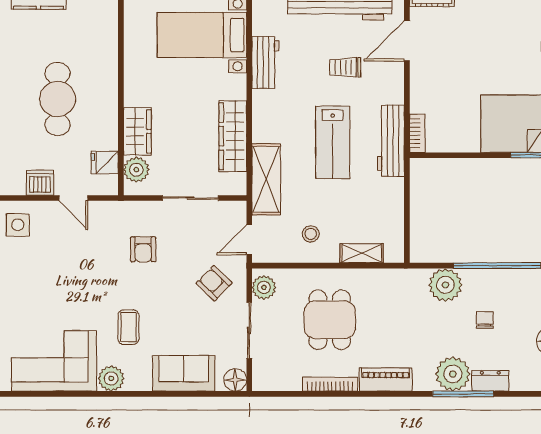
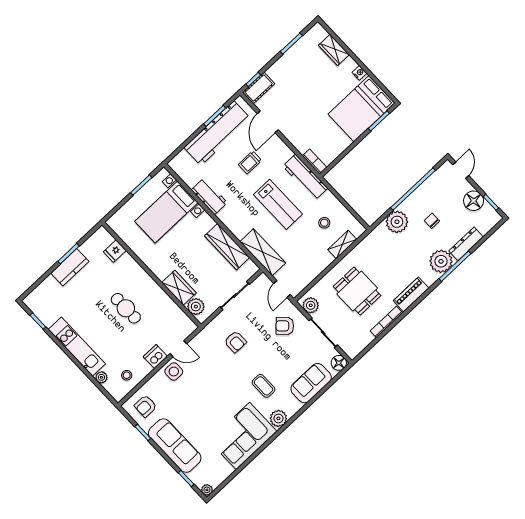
cafe table: (58, 99) -> (126, 308), width x0.73, depth x0.74
fridge: (105, 163) -> (115, 251), moved
side table: (18, 225) -> (174, 371), moved
stool: (311, 234) -> (324, 223), moved
dresser: (490, 381) -> (466, 244), width x1.44

